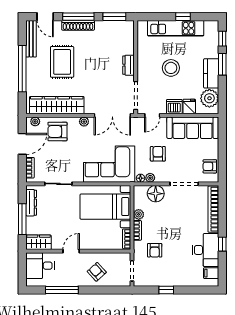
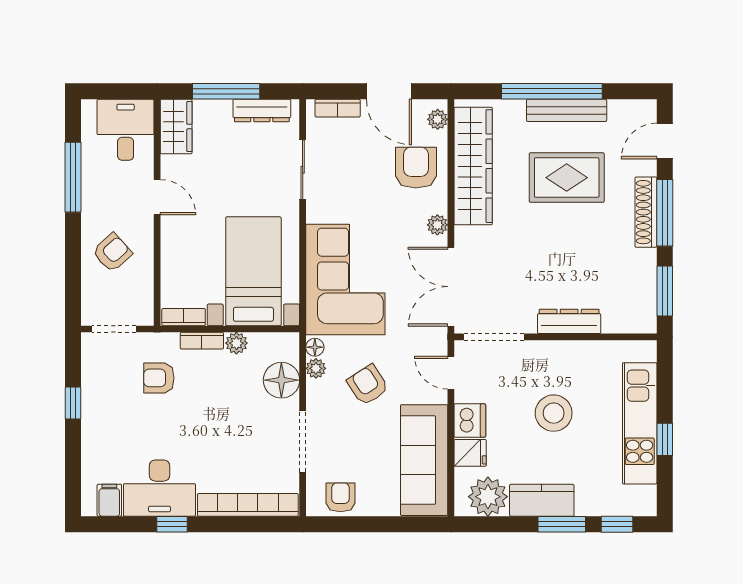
bench: (31, 39) -> (567, 110), moved
dresser: (129, 65) -> (569, 321), width x1.44
armchair: (158, 154) -> (368, 385), turned -123

